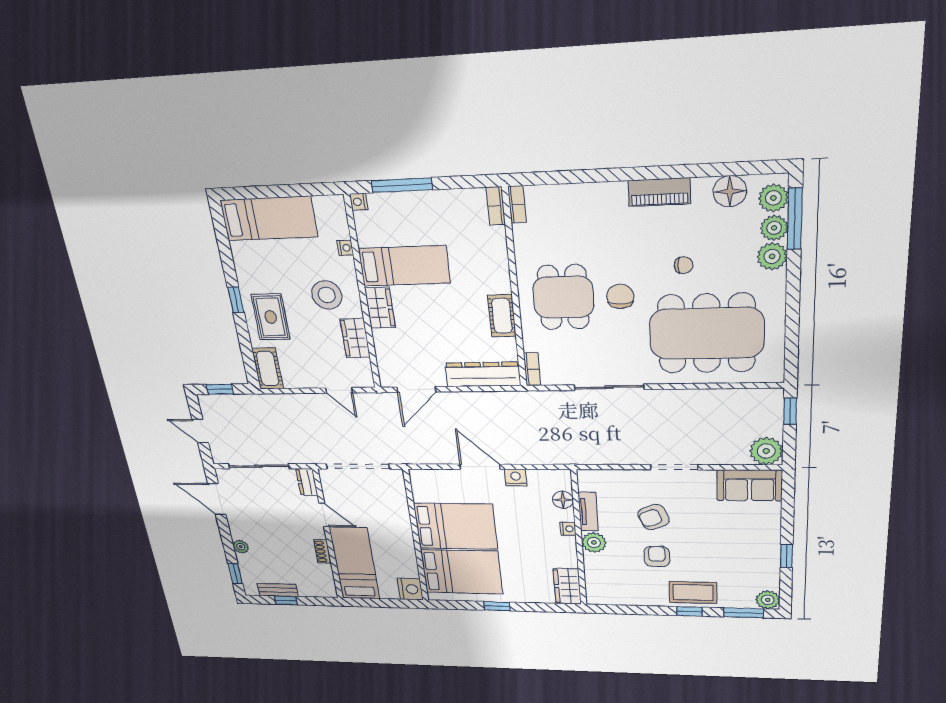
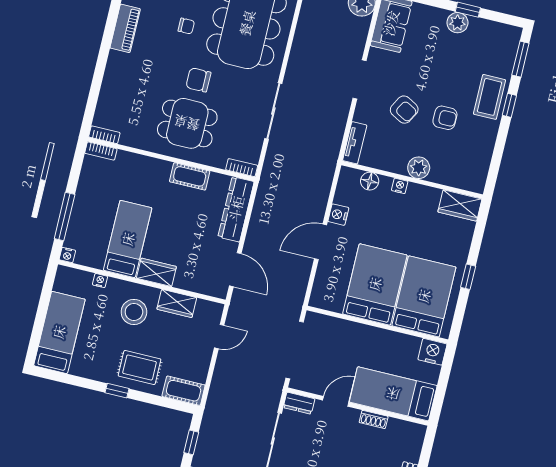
chair: (684, 265) -> (186, 26), turned 90
tv unit: (588, 512) -> (355, 143), moved, turned 90
armchair: (654, 517) -> (404, 110), turned -38
armchair: (657, 556) -> (445, 118), turned 180
plant: (768, 600) -> (457, 23), moved

